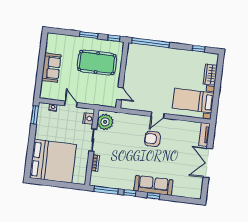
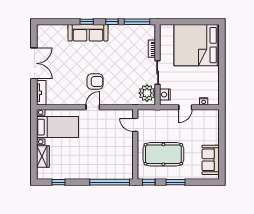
sofa: (51, 68) -> (211, 160), moved
door: (71, 104) -> (185, 107), hinge flipped
window: (35, 115) -> (222, 91), removed

